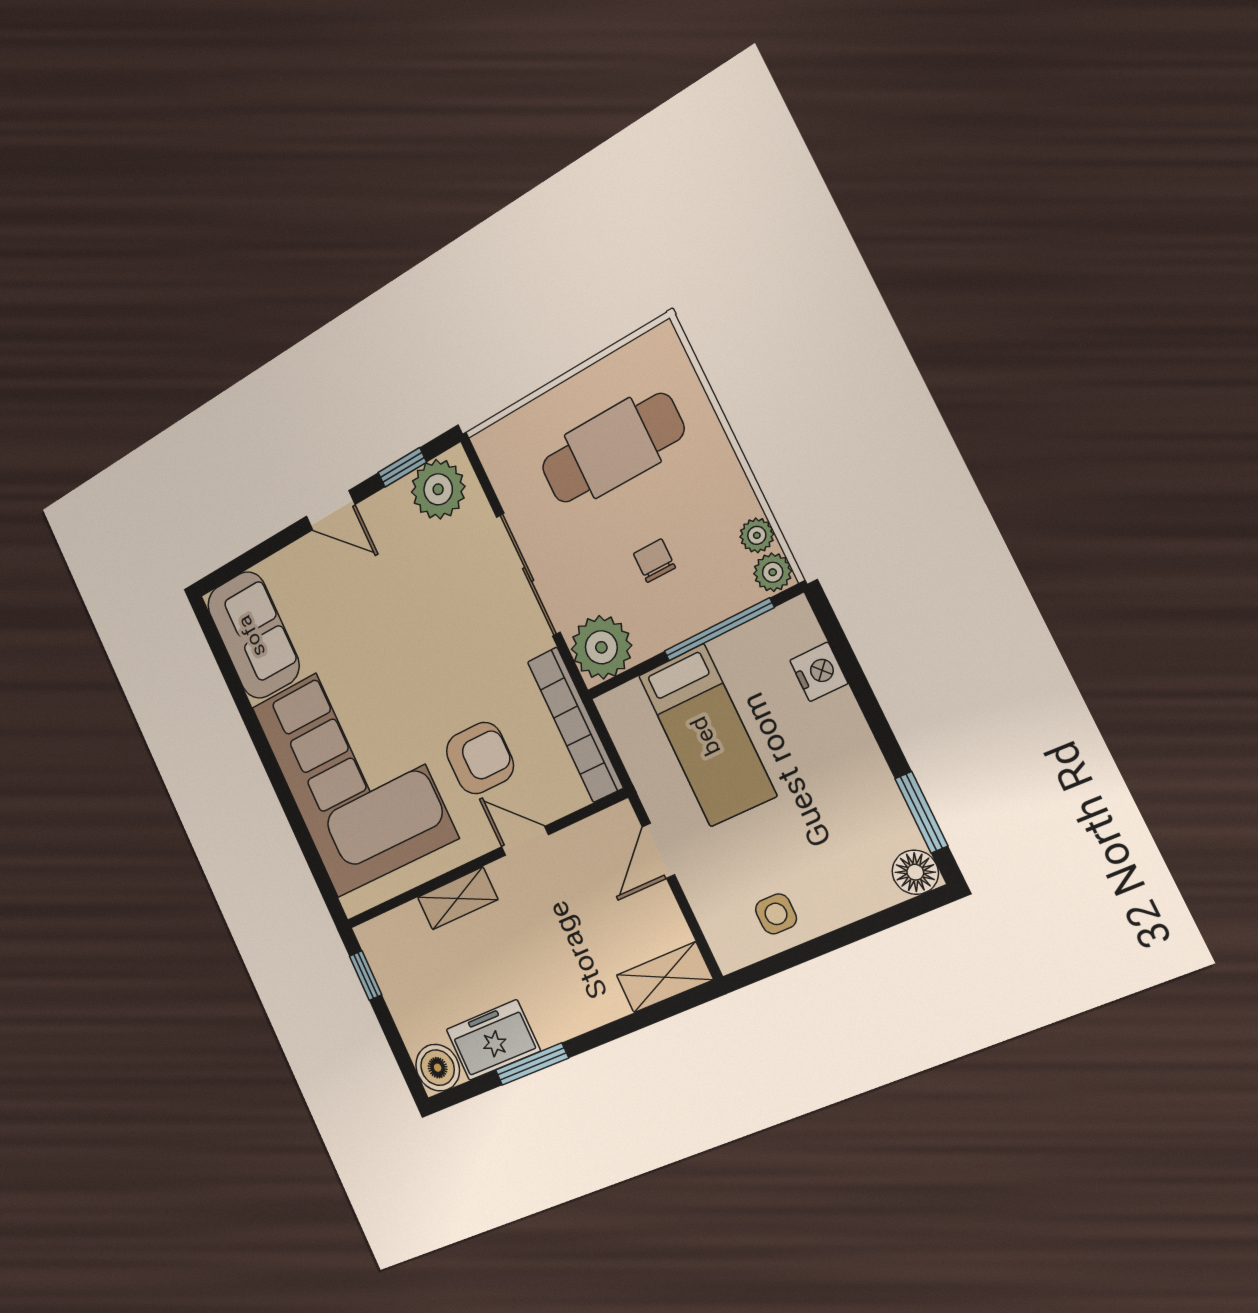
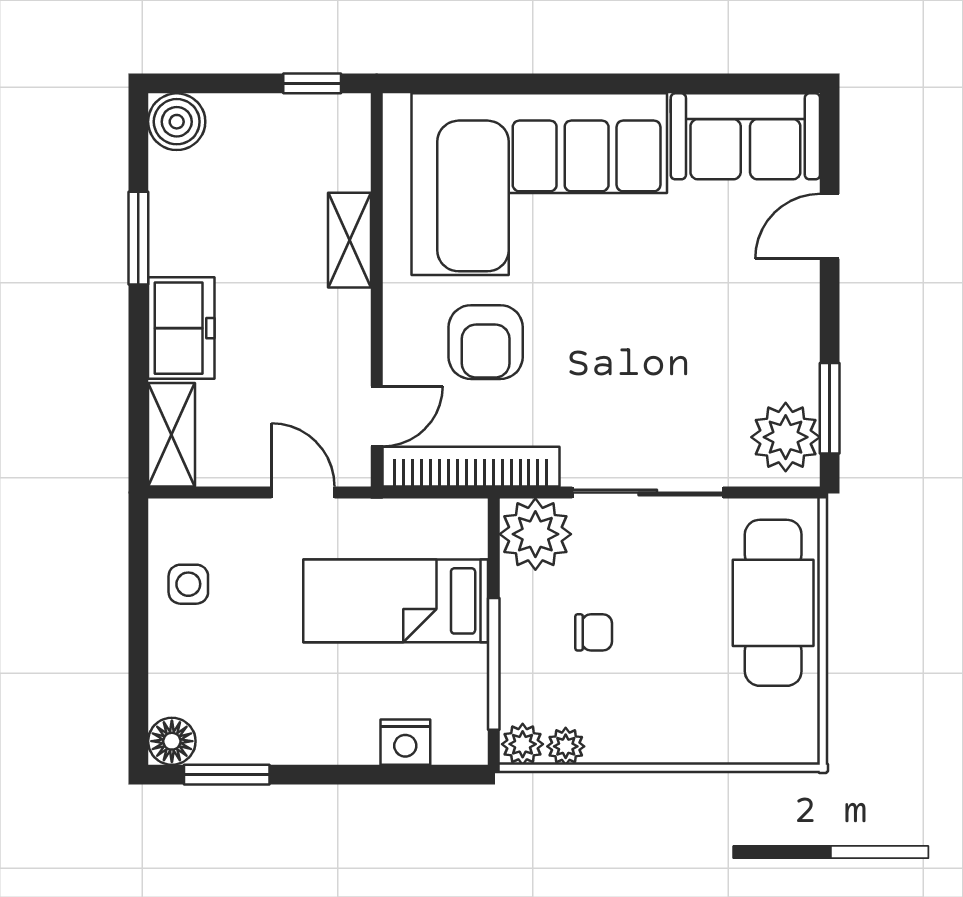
cafe table: (612, 448) -> (773, 603), moved
window: (402, 467) -> (830, 408), width x1.50
door: (331, 510) -> (830, 226), moved
door: (525, 841) -> (377, 416), moved
freezer: (493, 1040) -> (181, 328), moved

